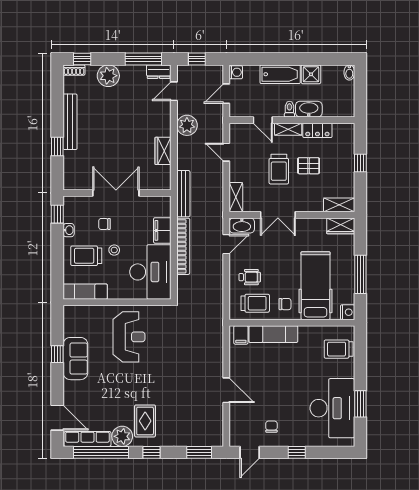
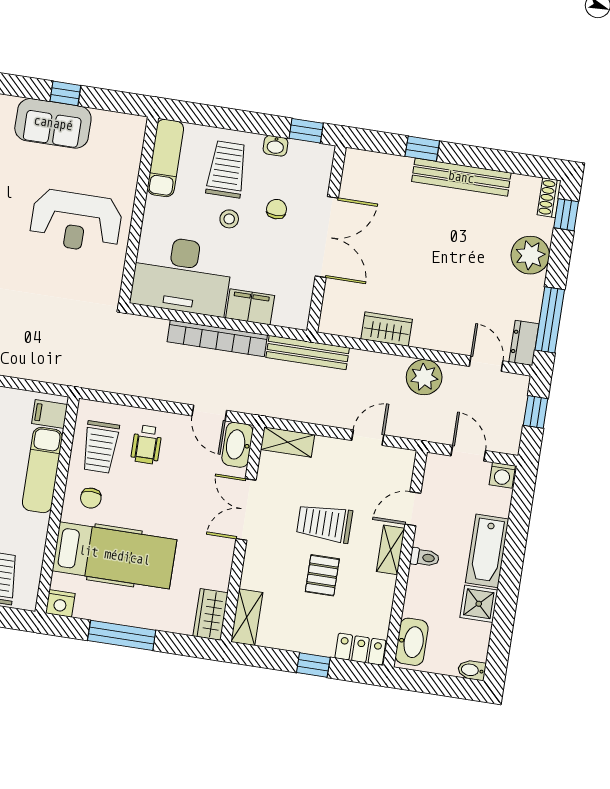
washbasin: (309, 109) -> (412, 642), moved
locker: (317, 130) -> (360, 649), moved, turned 90

